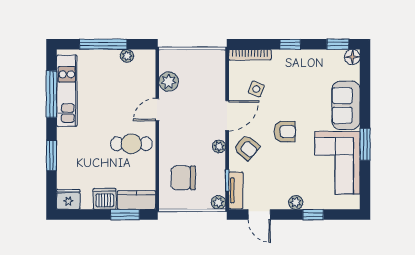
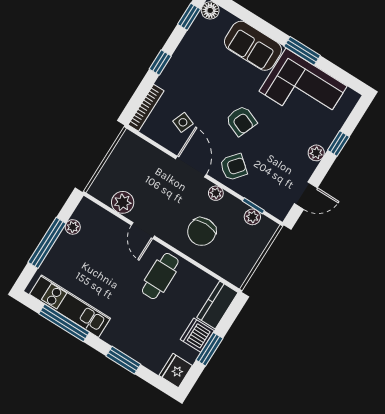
armchair: (285, 132) -> (241, 121), turned 112
chair: (183, 178) -> (202, 232), moved
tv unit: (236, 190) -> (268, 203), removed
plant: (218, 202) -> (252, 217), moved
window: (125, 215) -> (209, 349), moved

